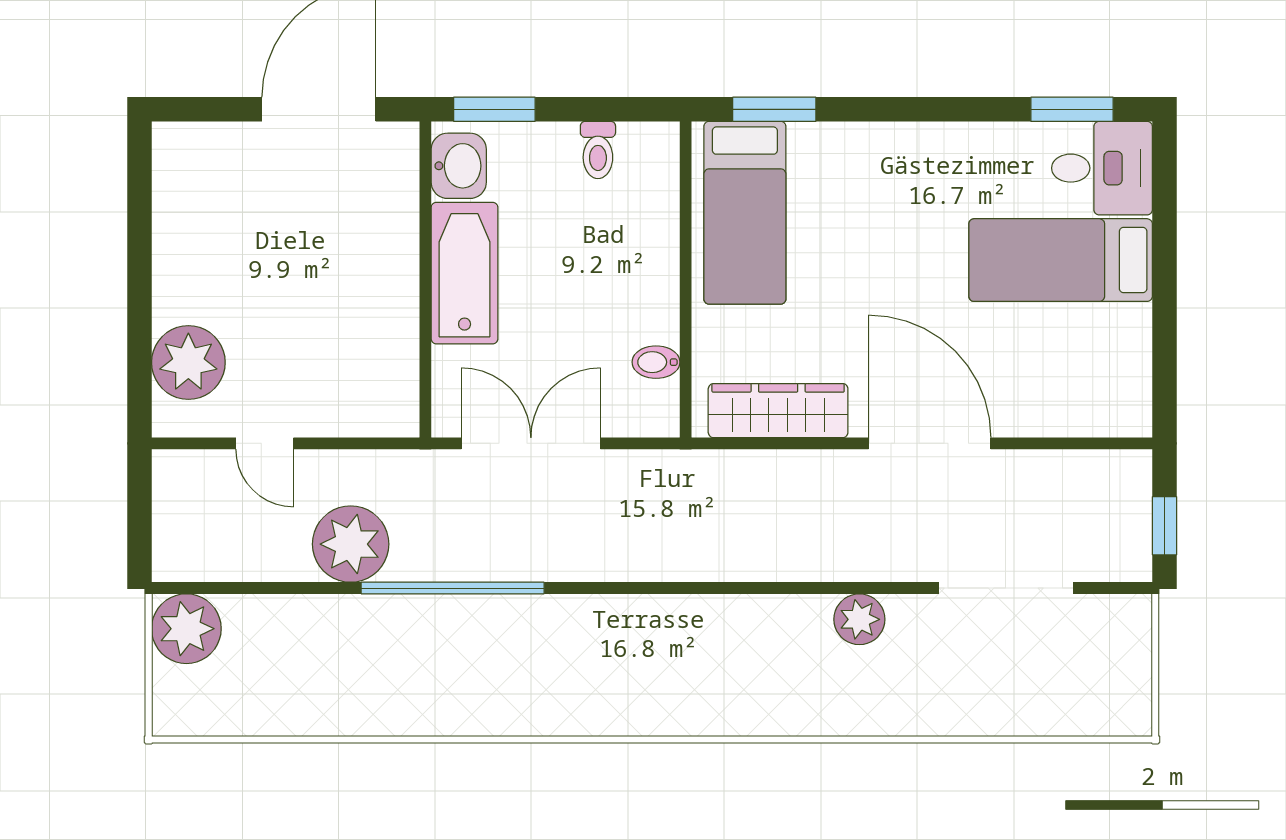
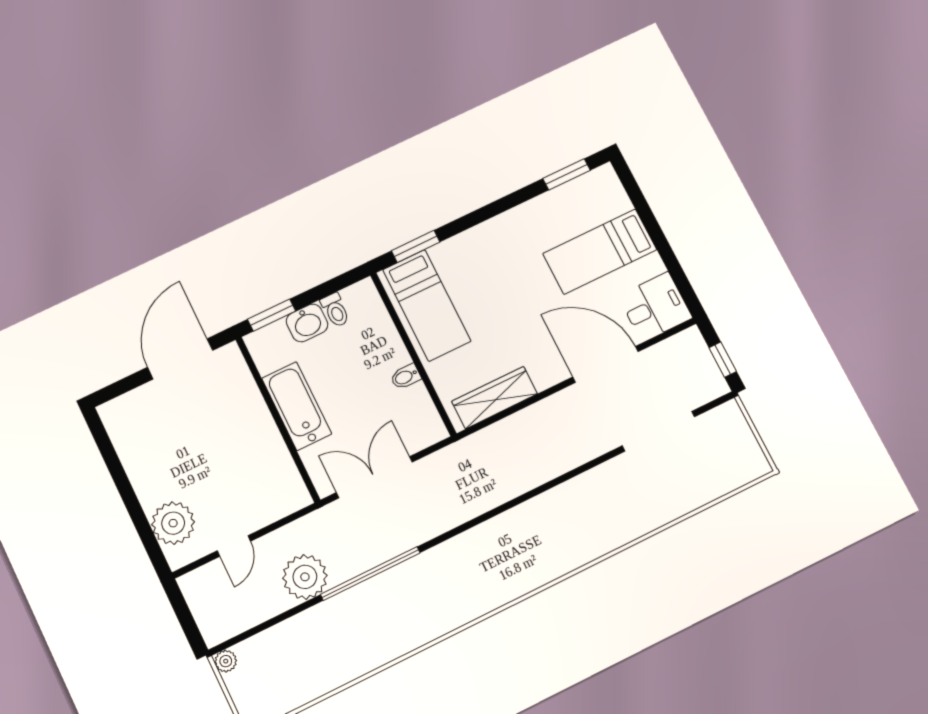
washbasin: (459, 166) -> (307, 323), moved, turned 90
desk: (1102, 168) -> (655, 307), moved
bidet: (656, 362) -> (406, 377), moved
door: (265, 443) -> (234, 546), hinge flipped
door: (930, 443) -> (606, 364), moved
plant: (859, 619) -> (591, 485), removed
plant: (186, 629) -> (226, 661), width x0.53, depth x0.53

